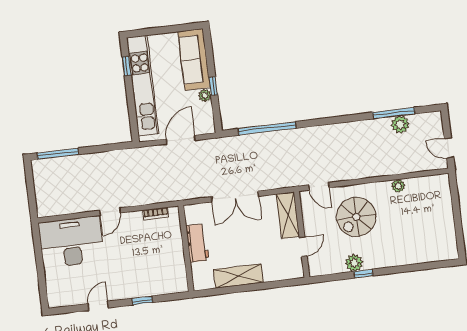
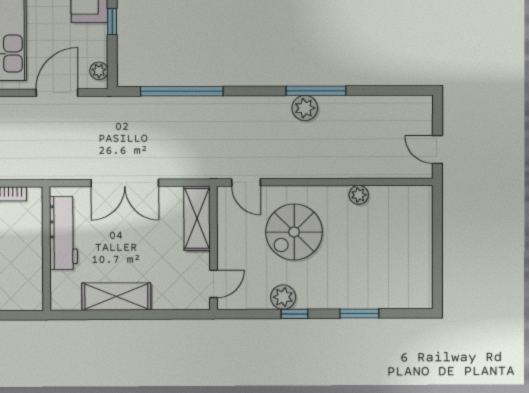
plant: (205, 95) -> (99, 71), moved
window: (394, 113) -> (316, 91), moved
plant: (400, 124) -> (305, 108), moved
workbench: (197, 243) -> (63, 233), width x1.37
door: (303, 247) -> (213, 284), moved
window: (408, 268) -> (359, 314), added

